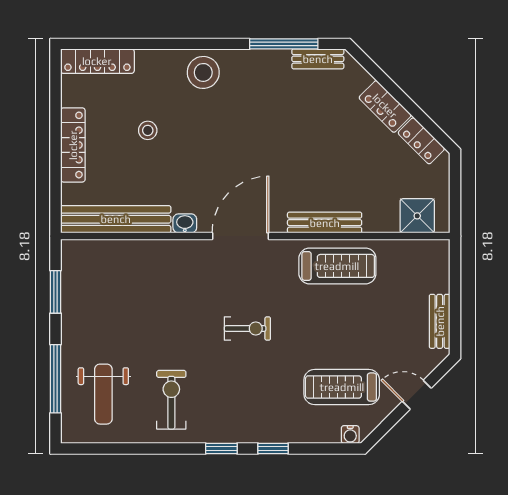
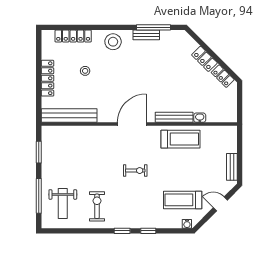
bench: (318, 59) -> (146, 35), moved
locker: (97, 61) -> (73, 36), moved
shower: (417, 216) -> (221, 114), removed
washbasin: (185, 223) -> (200, 118), moved

